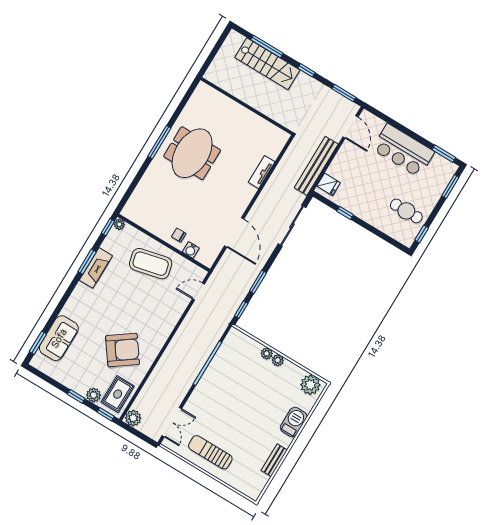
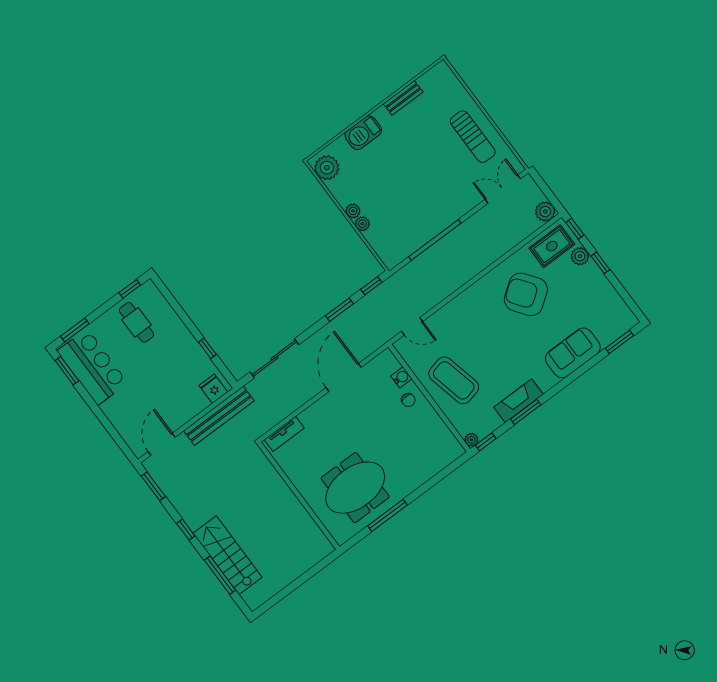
wall: (247, 106) -> (299, 496), moved
bar counter: (403, 150) -> (92, 367), moved
sofa: (59, 338) -> (573, 353), moved

